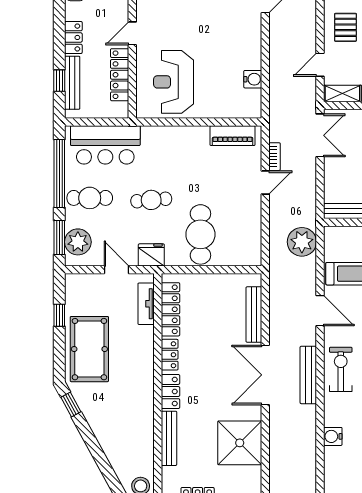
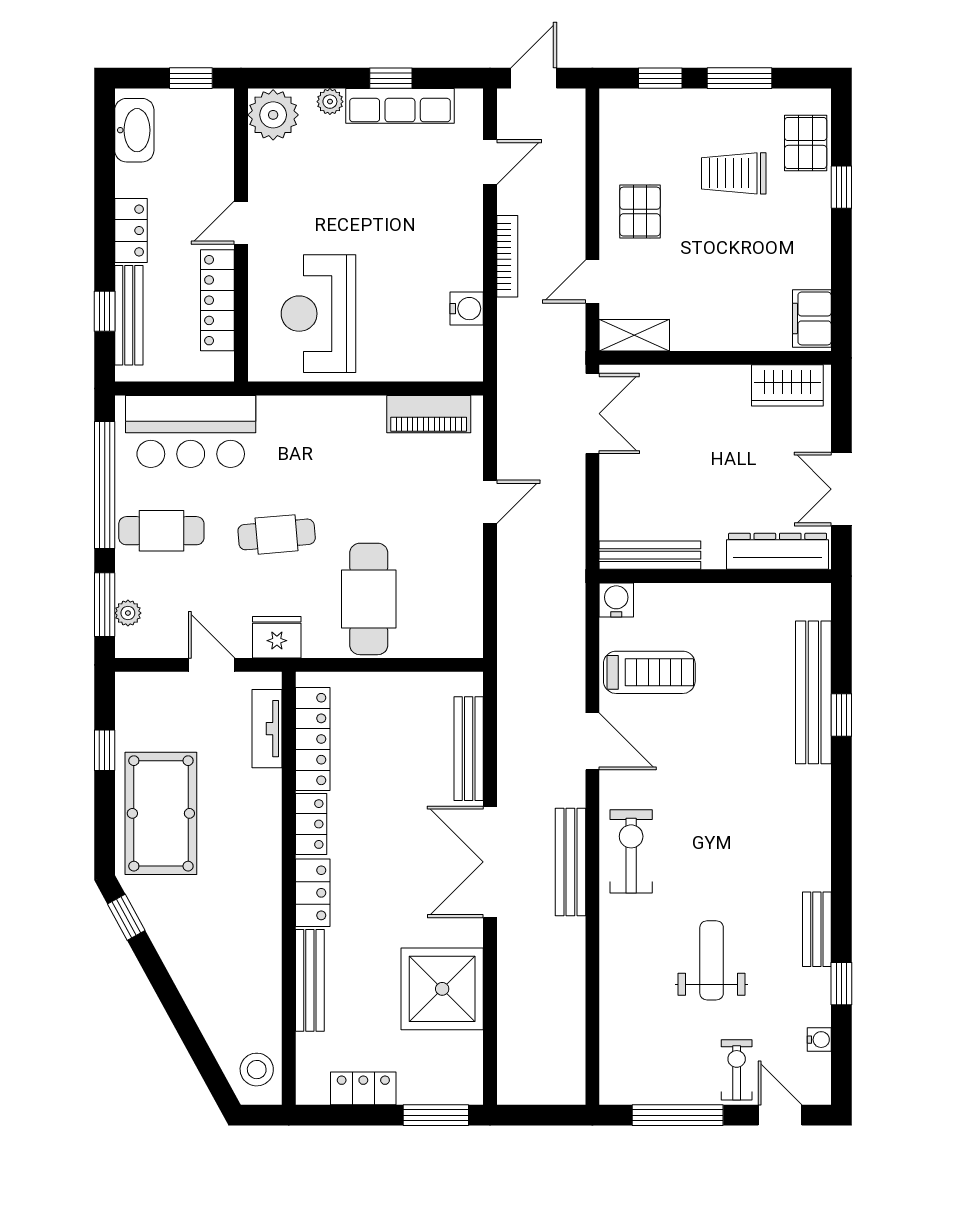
bookcase: (275, 157) -> (507, 256), moved, width x1.56
plant: (78, 242) -> (128, 613), width x0.53, depth x0.53
plant: (302, 242) -> (558, 613), removed
water cooler: (333, 436) -> (616, 600), moved, turned 90

